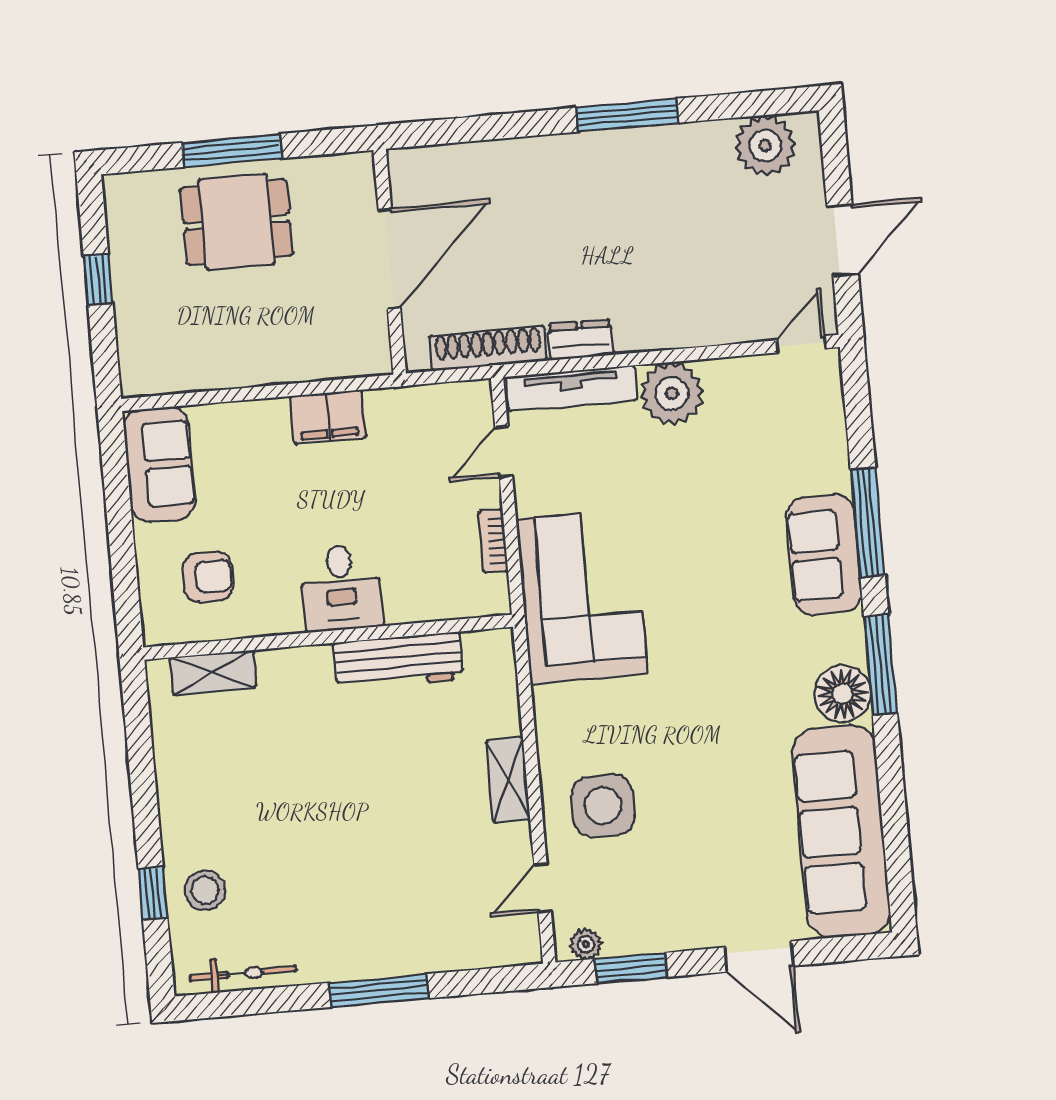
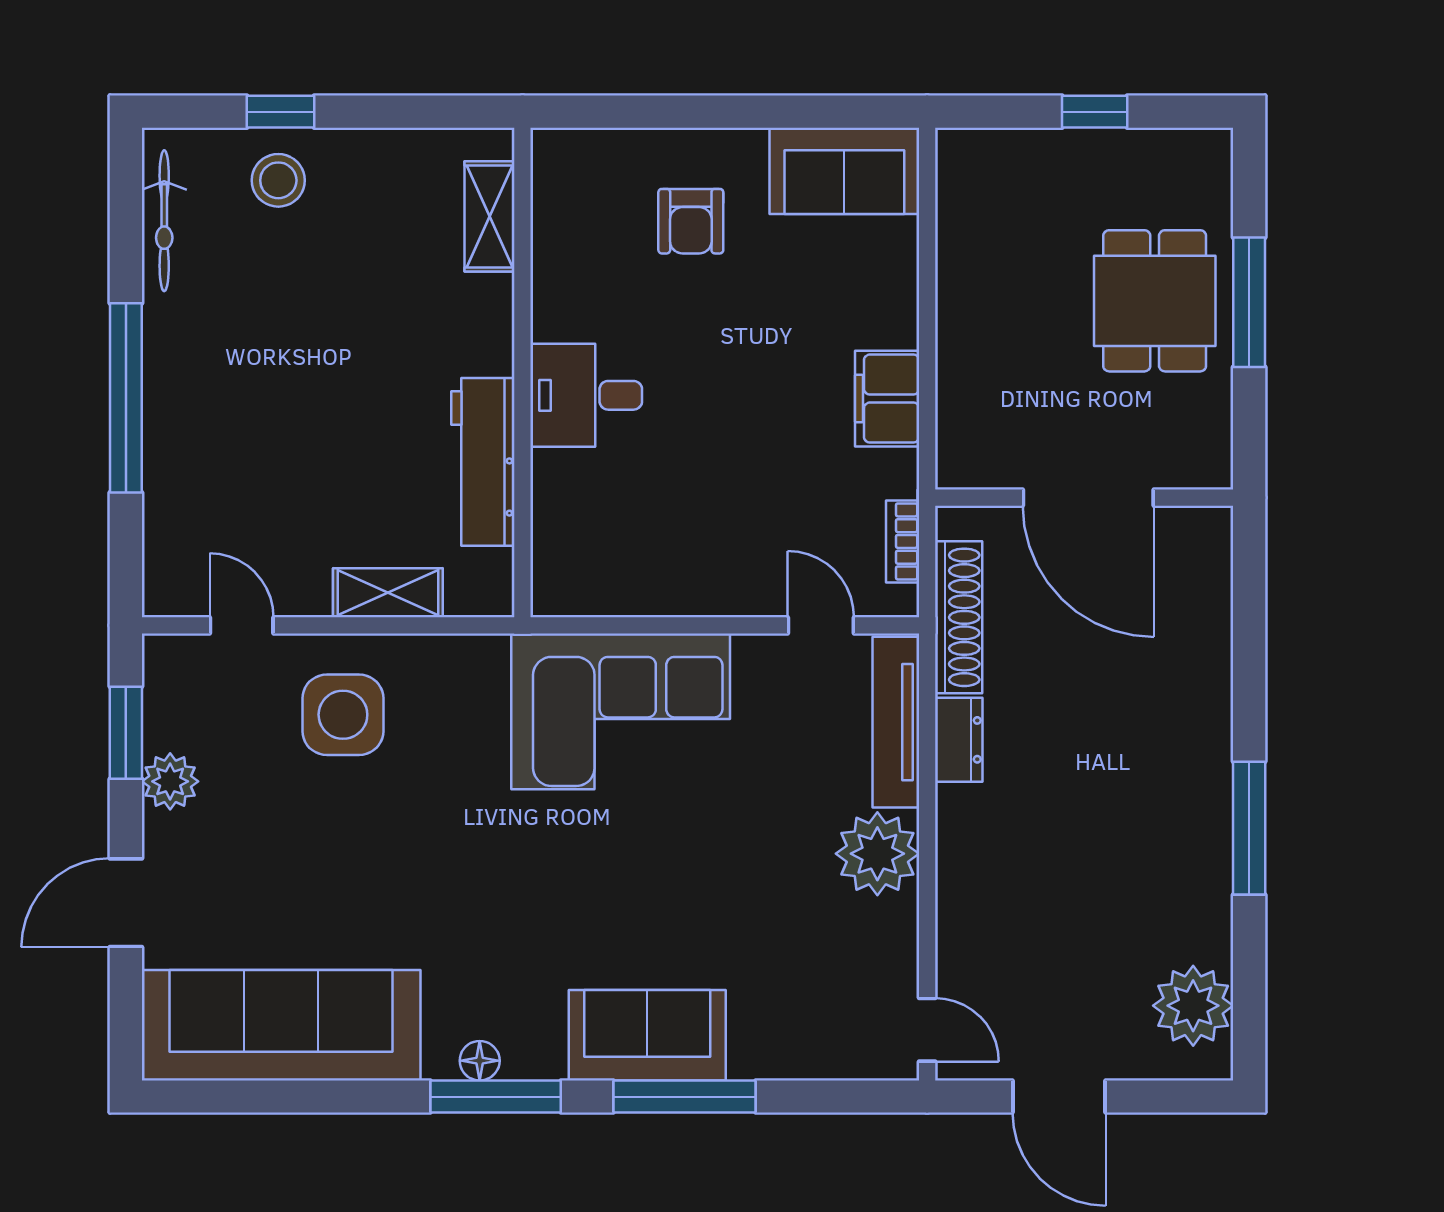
bookcase: (493, 541) -> (903, 541), moved, turned -90
desk: (341, 588) -> (586, 395), moved
wall: (328, 637) -> (522, 373), moved
workbench: (398, 661) -> (483, 462), moved
shelving: (213, 672) -> (490, 216), moved
floor lamp: (842, 694) -> (480, 1061), width x0.53, depth x0.53
plant: (586, 944) -> (170, 781), moved, width x1.38, depth x1.38
window: (379, 990) -> (126, 398), width x1.46

